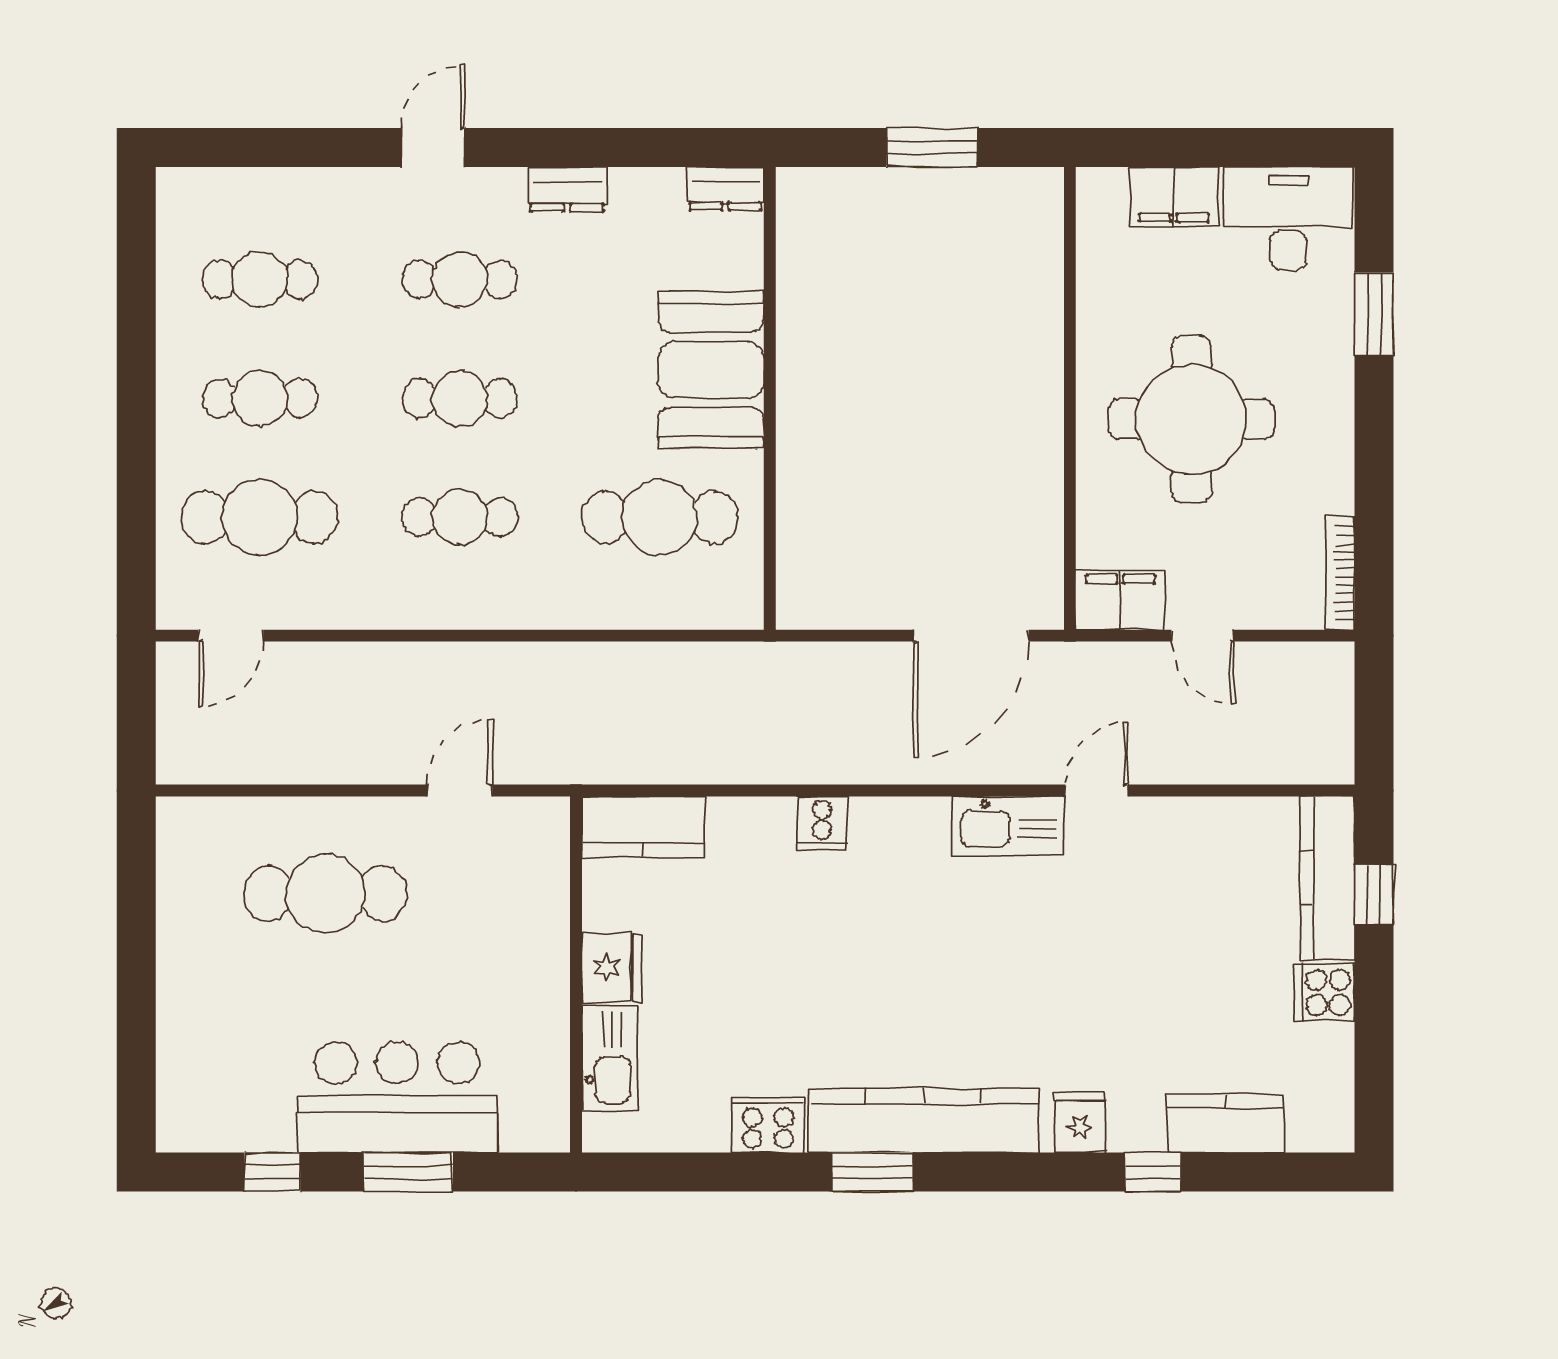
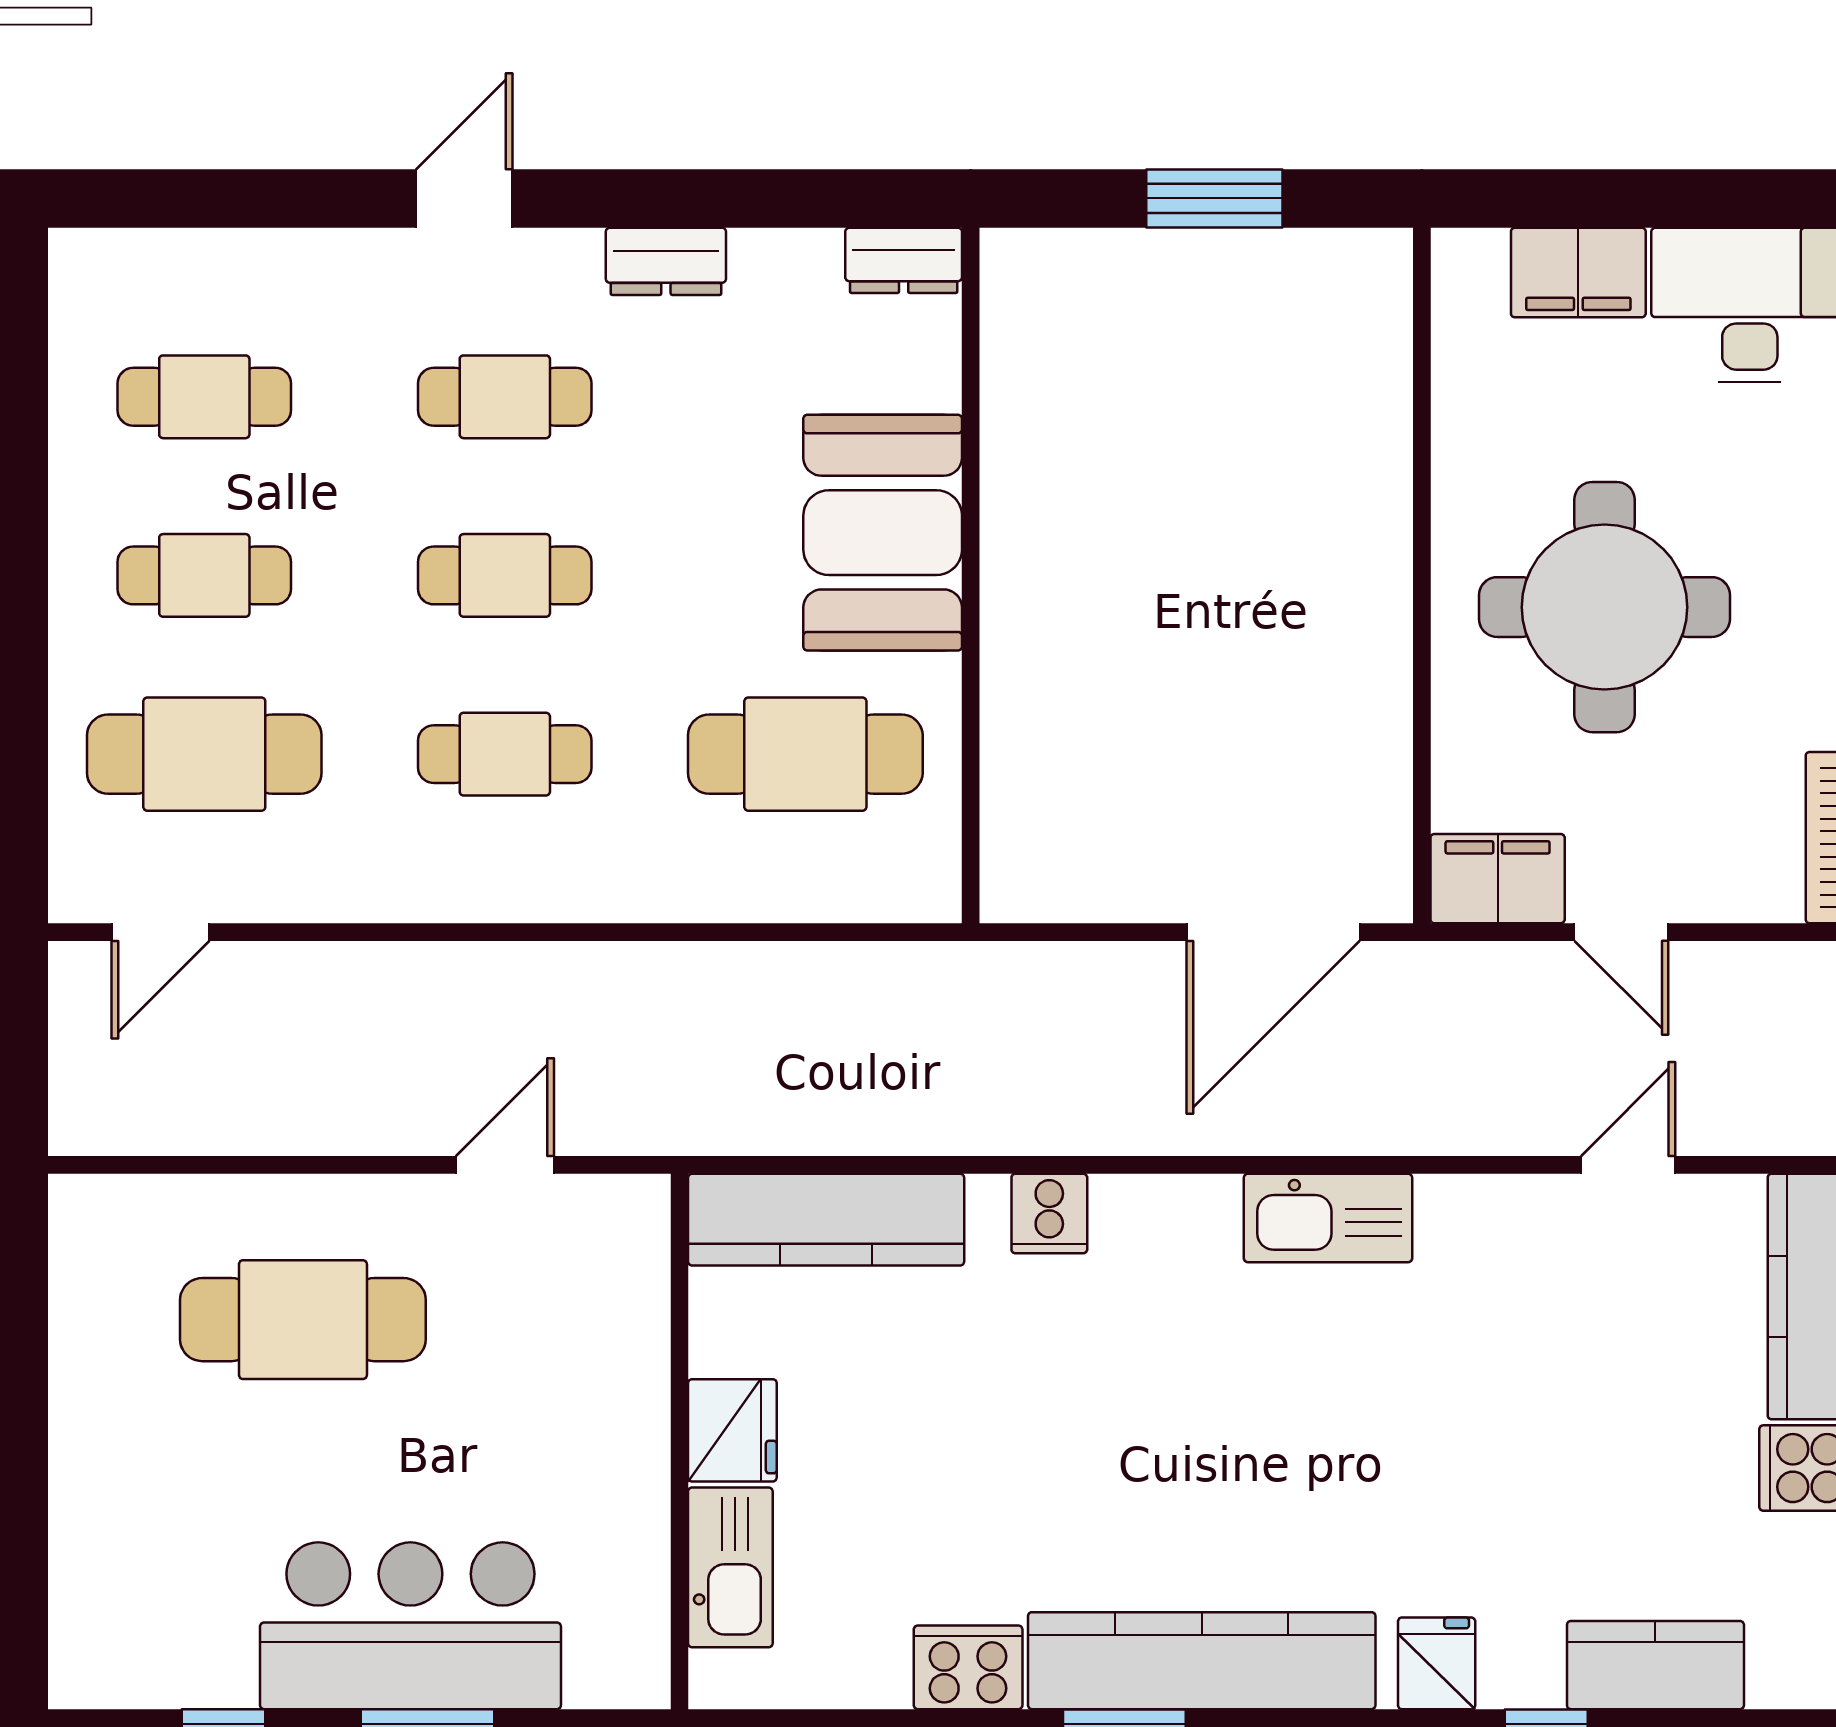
door: (1097, 791) -> (1628, 1165), moved
kitchen counter: (643, 827) -> (826, 1220), width x1.50

